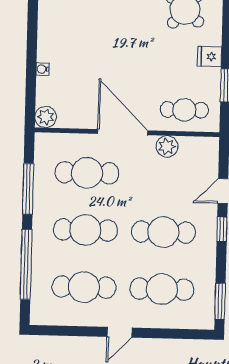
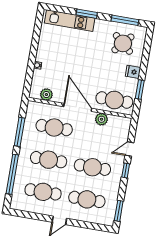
cafe table: (184, 110) -> (114, 100), width x1.37, depth x1.35
plant: (46, 117) -> (46, 95), moved

